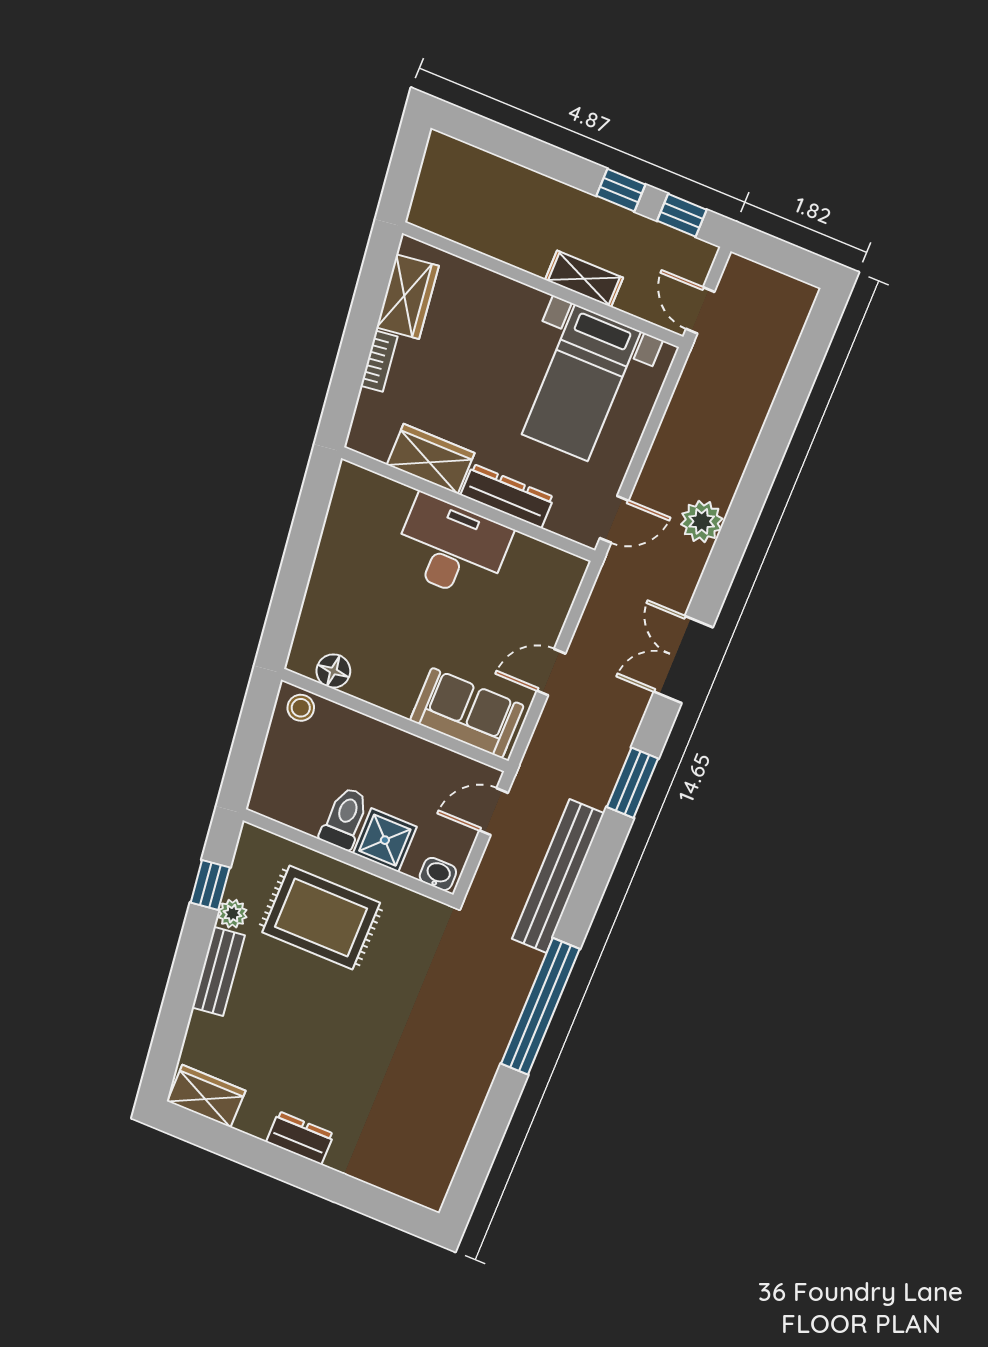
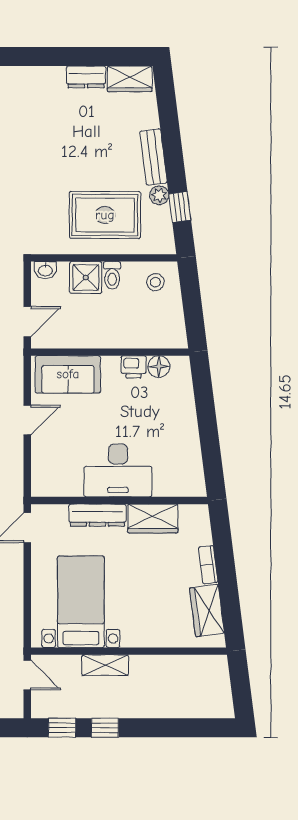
printer: (369, 685) -> (134, 367), added
stool: (301, 708) -> (155, 282), moved
toilet: (345, 818) -> (112, 275), width x0.73, depth x0.72
dresser: (300, 1138) -> (86, 77), moved

